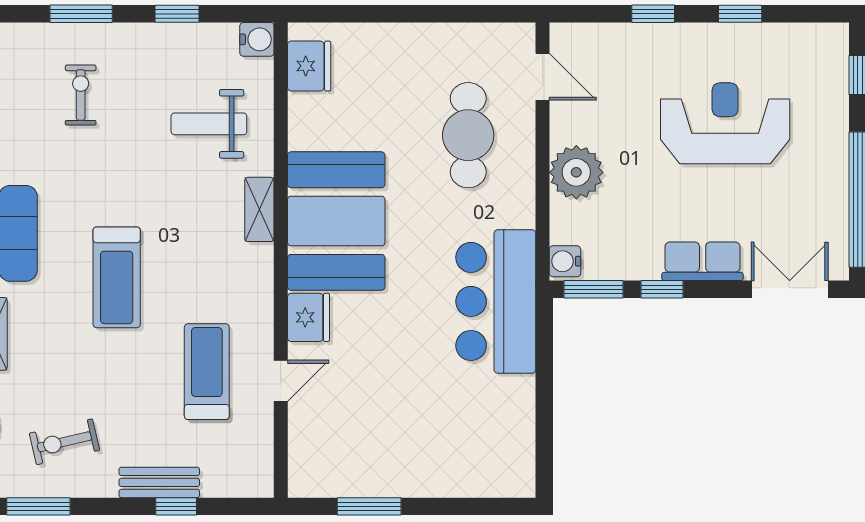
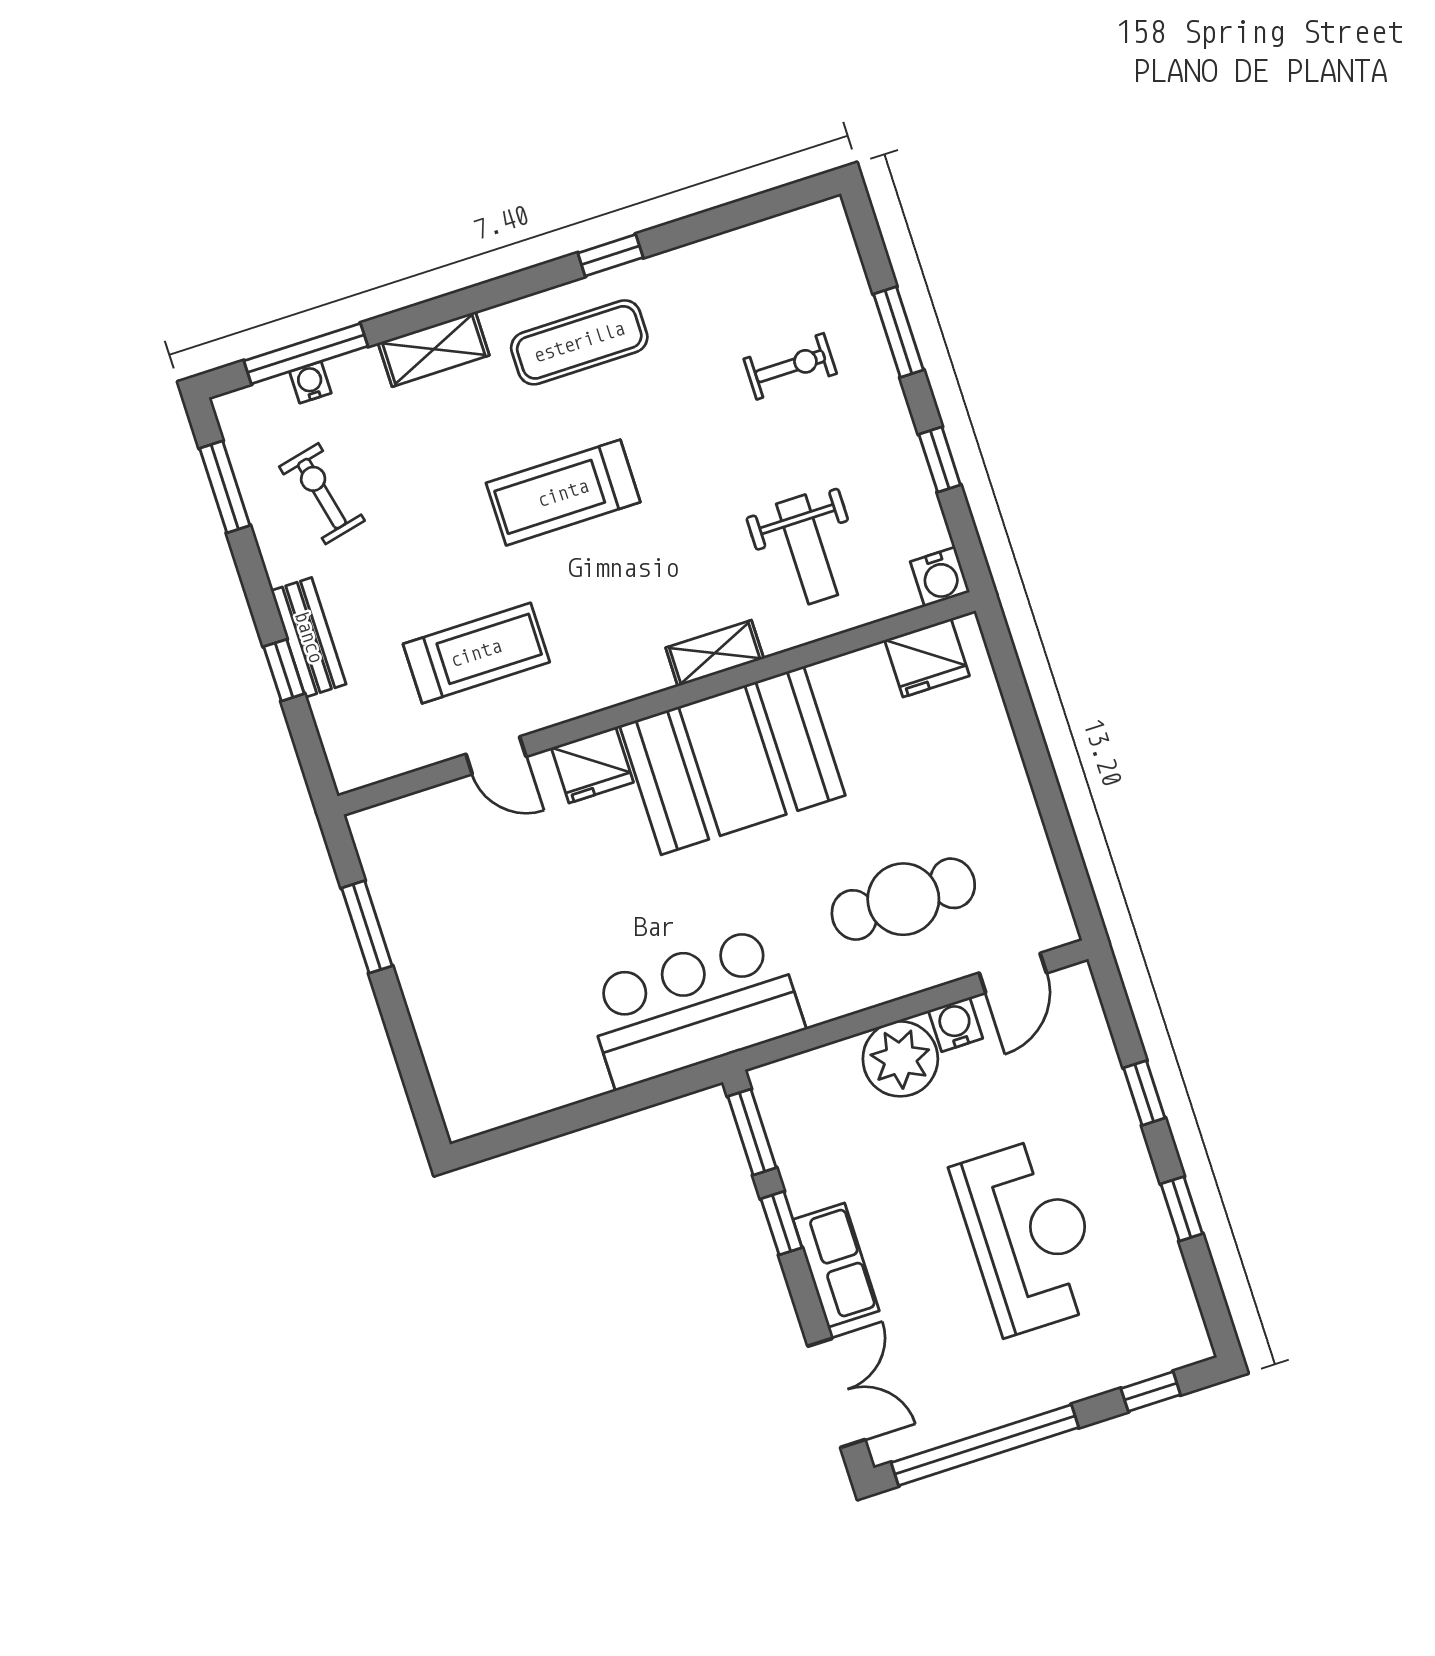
weight bench: (209, 124) -> (807, 549), turned 180
water cooler: (565, 261) -> (956, 1024), moved

